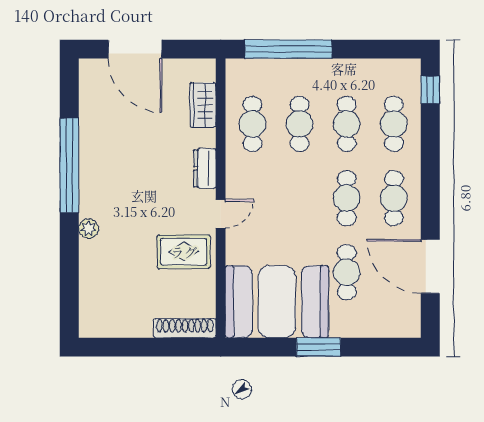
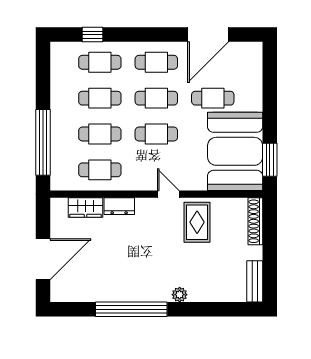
window: (430, 90) -> (92, 35), moved
dresser: (205, 168) -> (119, 206), moved
cafe table: (300, 198) -> (156, 134), added
bench: (106, 327) -> (255, 281), added
window: (319, 347) -> (270, 160), moved

